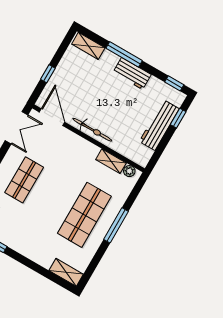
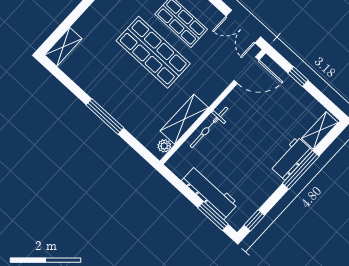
workbench: (132, 74) -> (291, 158), moved
window: (178, 118) -> (213, 216), width x1.50
bicycle: (92, 130) -> (209, 127), moved
shelving: (111, 161) -> (184, 119), width x1.50, depth x1.33
shop shelf: (84, 215) -> (153, 52), moved

